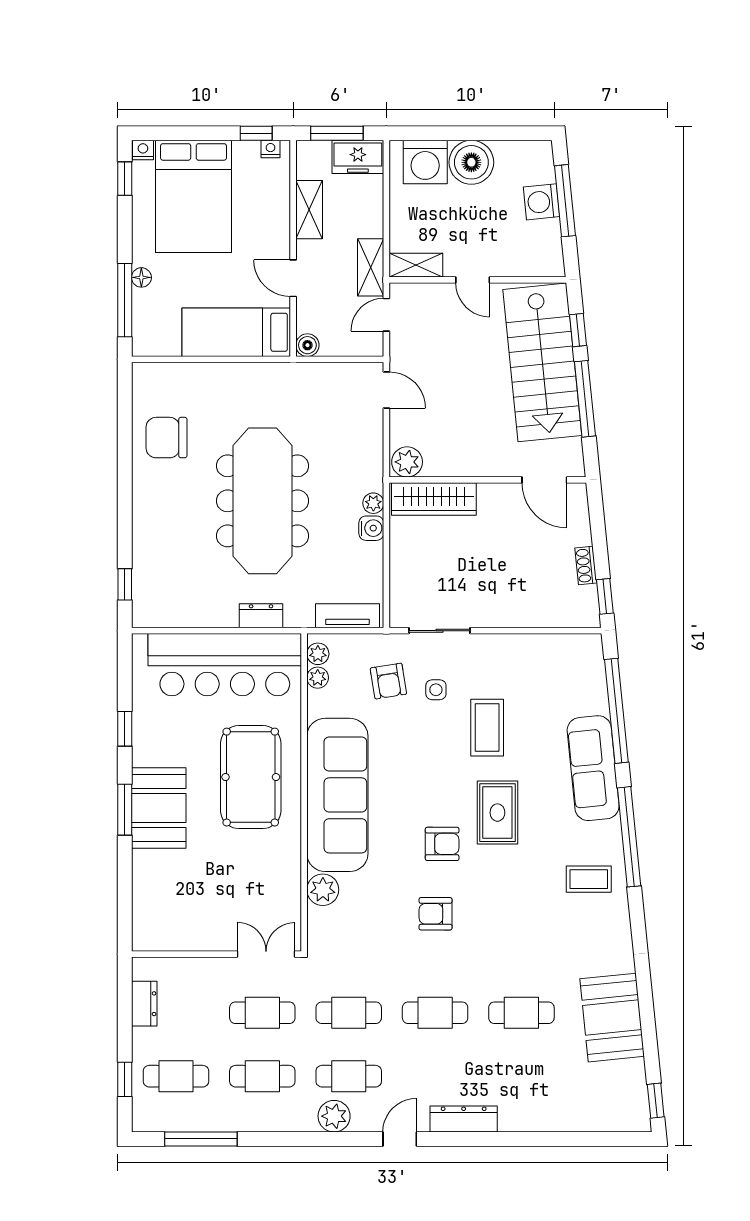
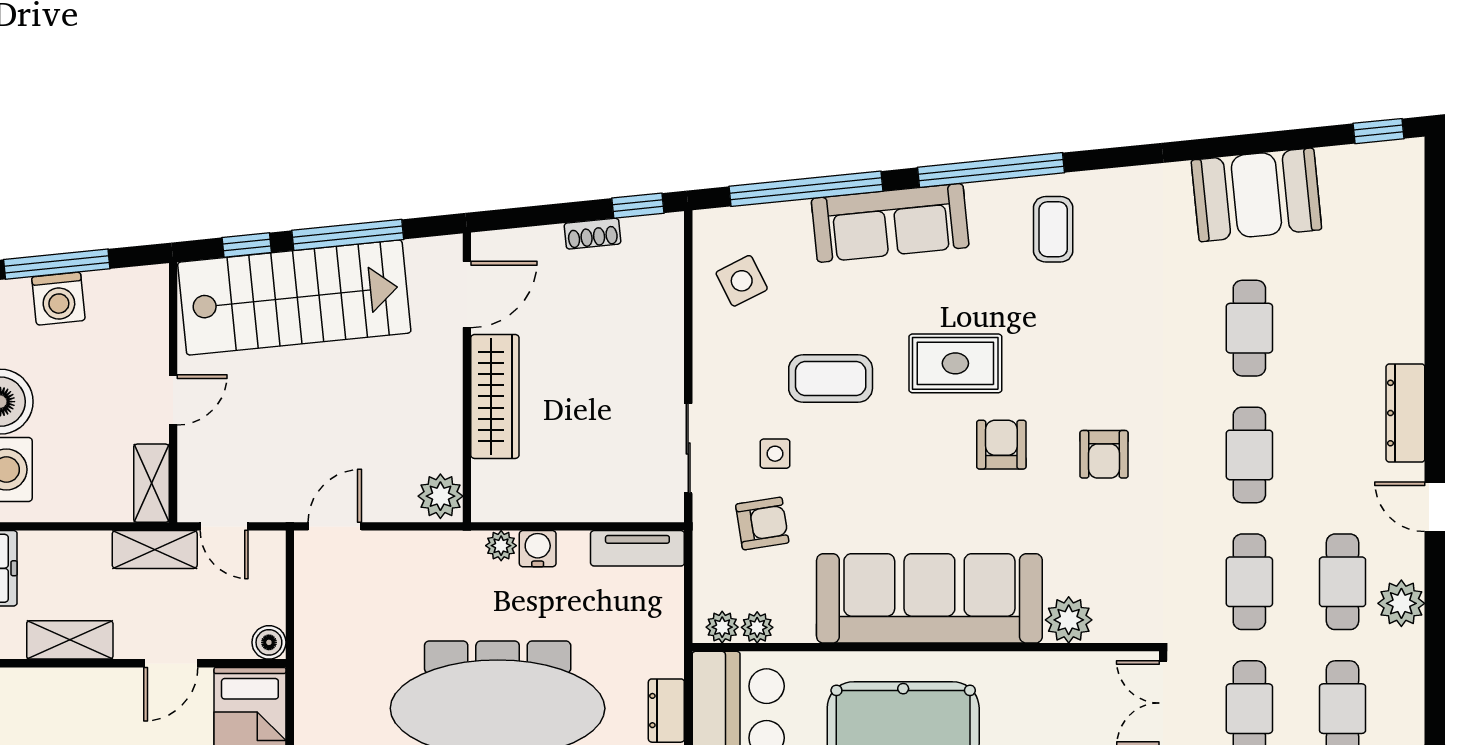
wardrobe: (434, 499) -> (495, 396), moved
tv unit: (347, 616) -> (637, 548), moved, turned -90
side table: (554, 667) -> (742, 281), added

